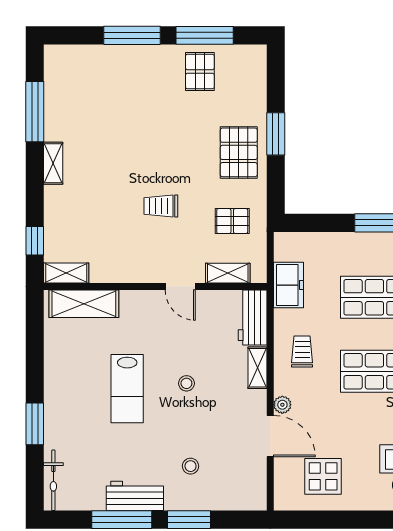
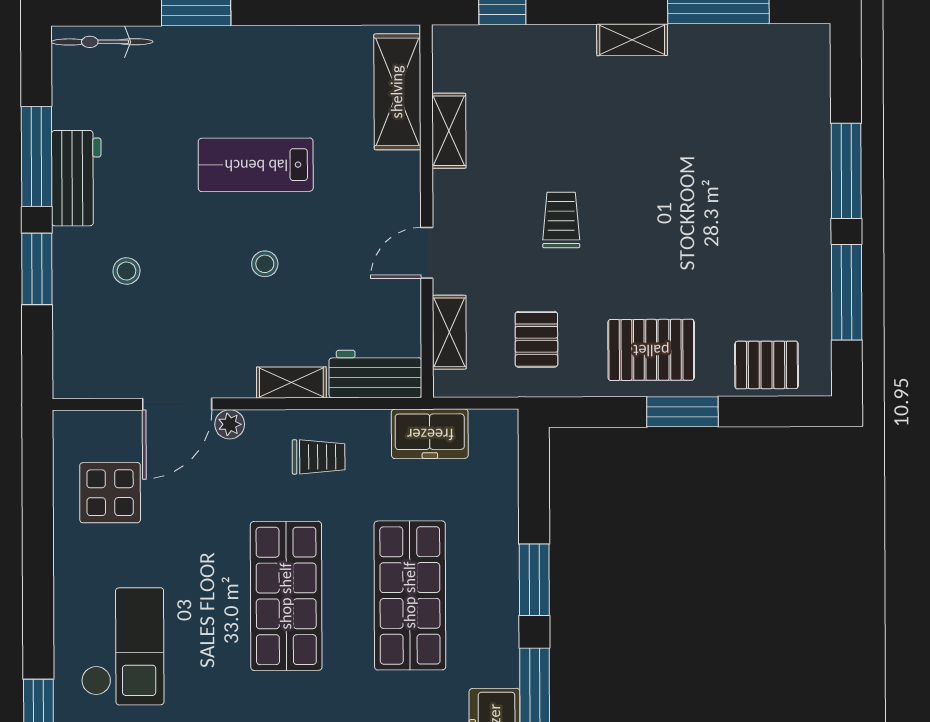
pallet: (200, 71) -> (767, 365), moved
shelving: (66, 273) -> (449, 131), moved

